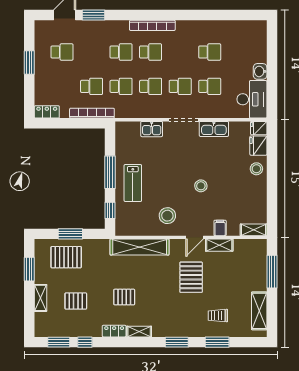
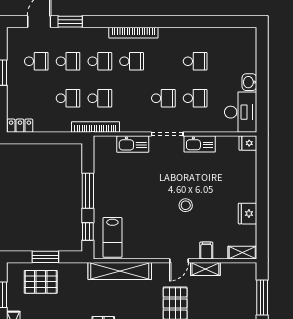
school desk: (151, 86) -> (68, 61), moved
bookcase: (92, 113) -> (95, 127), moved
kitchen sink: (152, 129) -> (133, 144), width x1.38
fridge: (258, 146) -> (248, 214), moved
stool: (256, 169) -> (245, 187), removed
lab bench: (133, 183) -> (112, 237), moved
stool: (167, 216) -> (150, 237), removed

